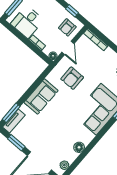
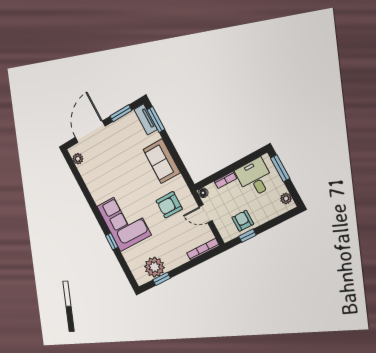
armchair: (67, 27) -> (243, 221), moved
armchair: (72, 78) -> (169, 205), turned -90
floor lamp: (79, 147) -> (91, 182), removed

